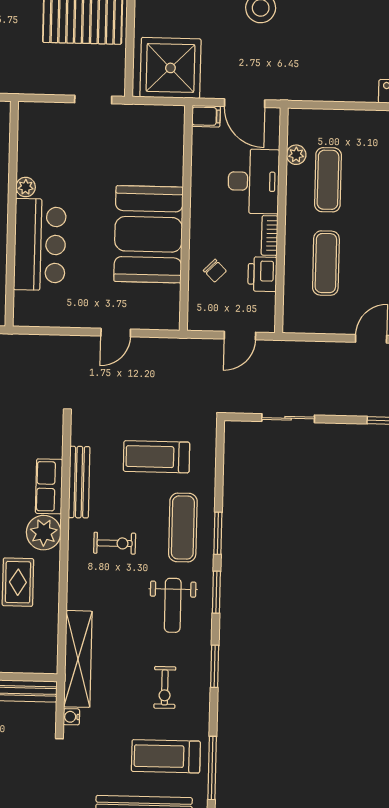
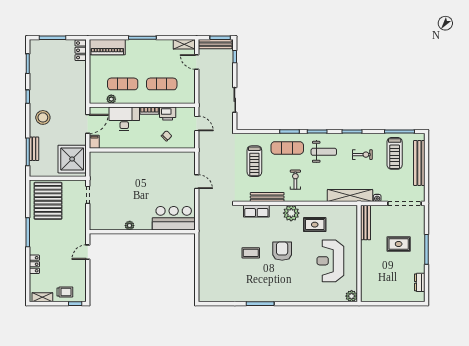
booth: (149, 234) -> (150, 167), removed
bar counter: (40, 245) -> (174, 218), moved
row of seats: (49, 486) -> (256, 211), moved

